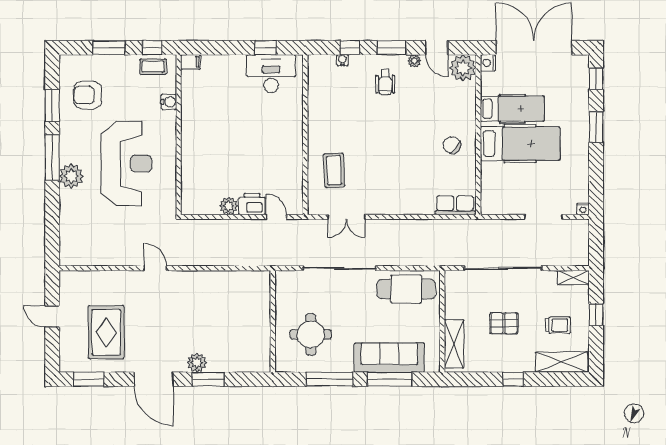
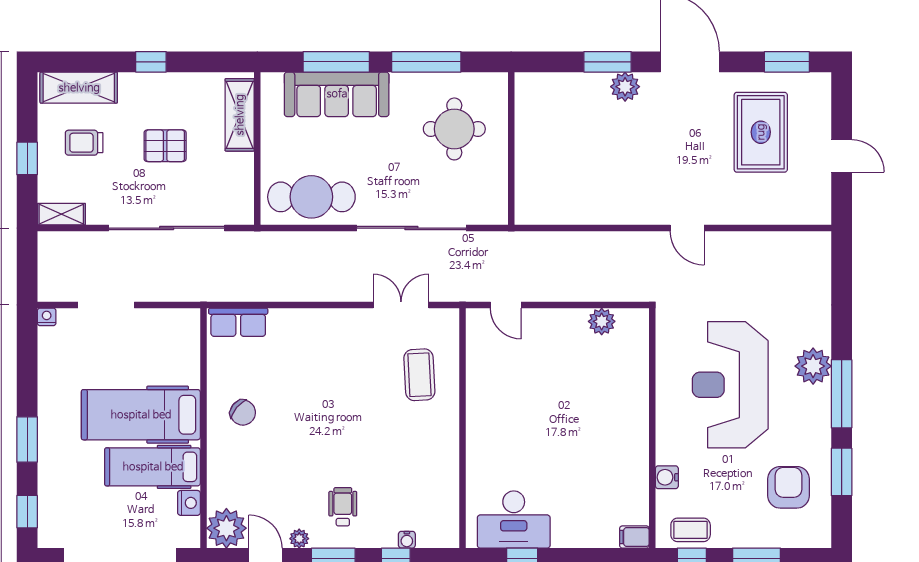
nightstand: (488, 63) -> (189, 503), moved
armchair: (88, 95) -> (789, 487), turned -90
printer: (252, 204) -> (542, 324), removed
plant: (229, 206) -> (602, 321), moved

